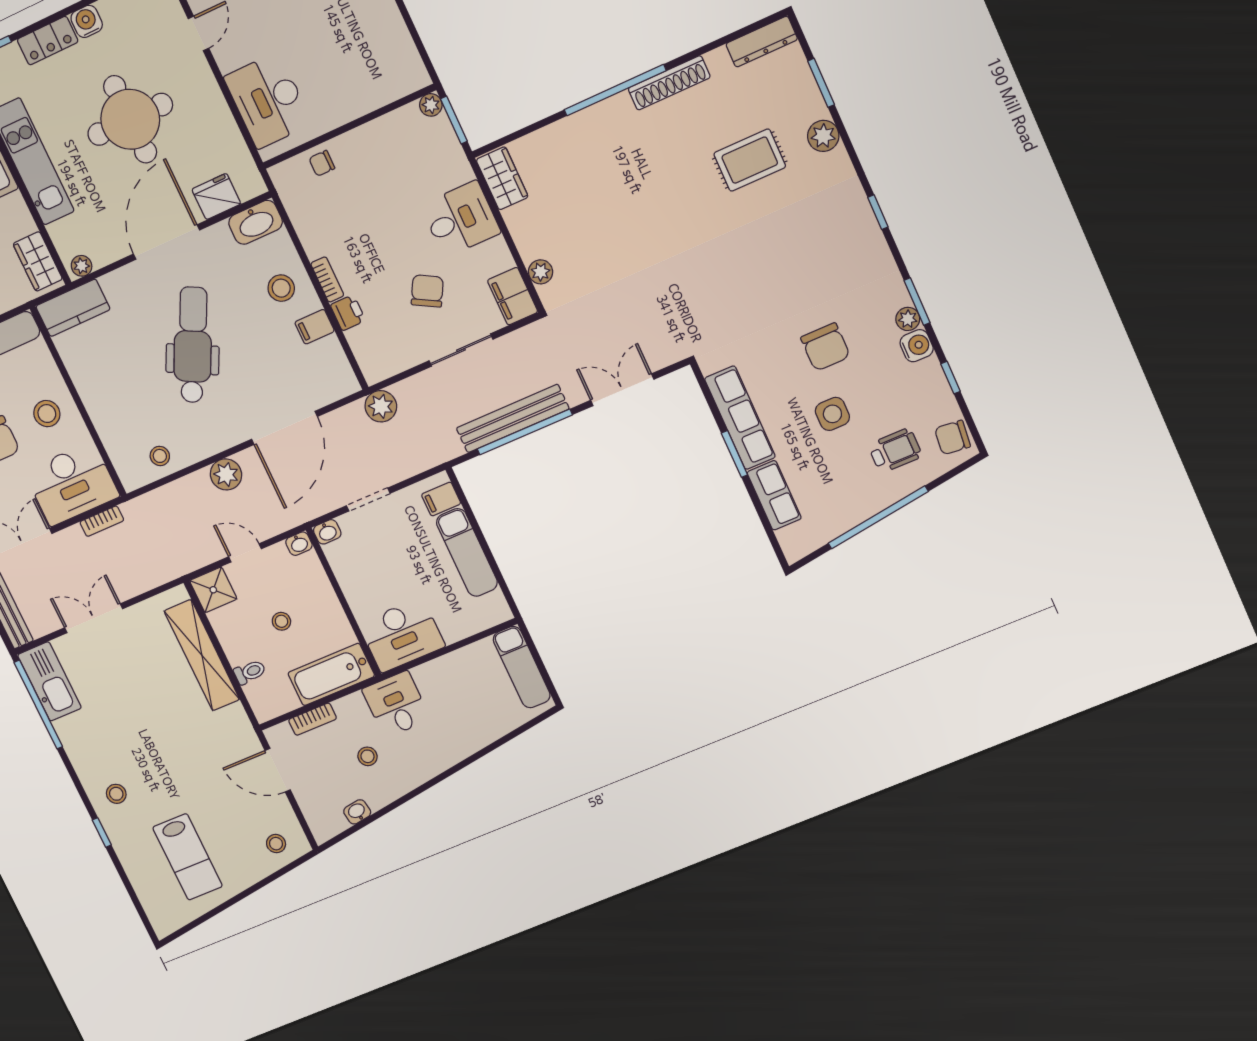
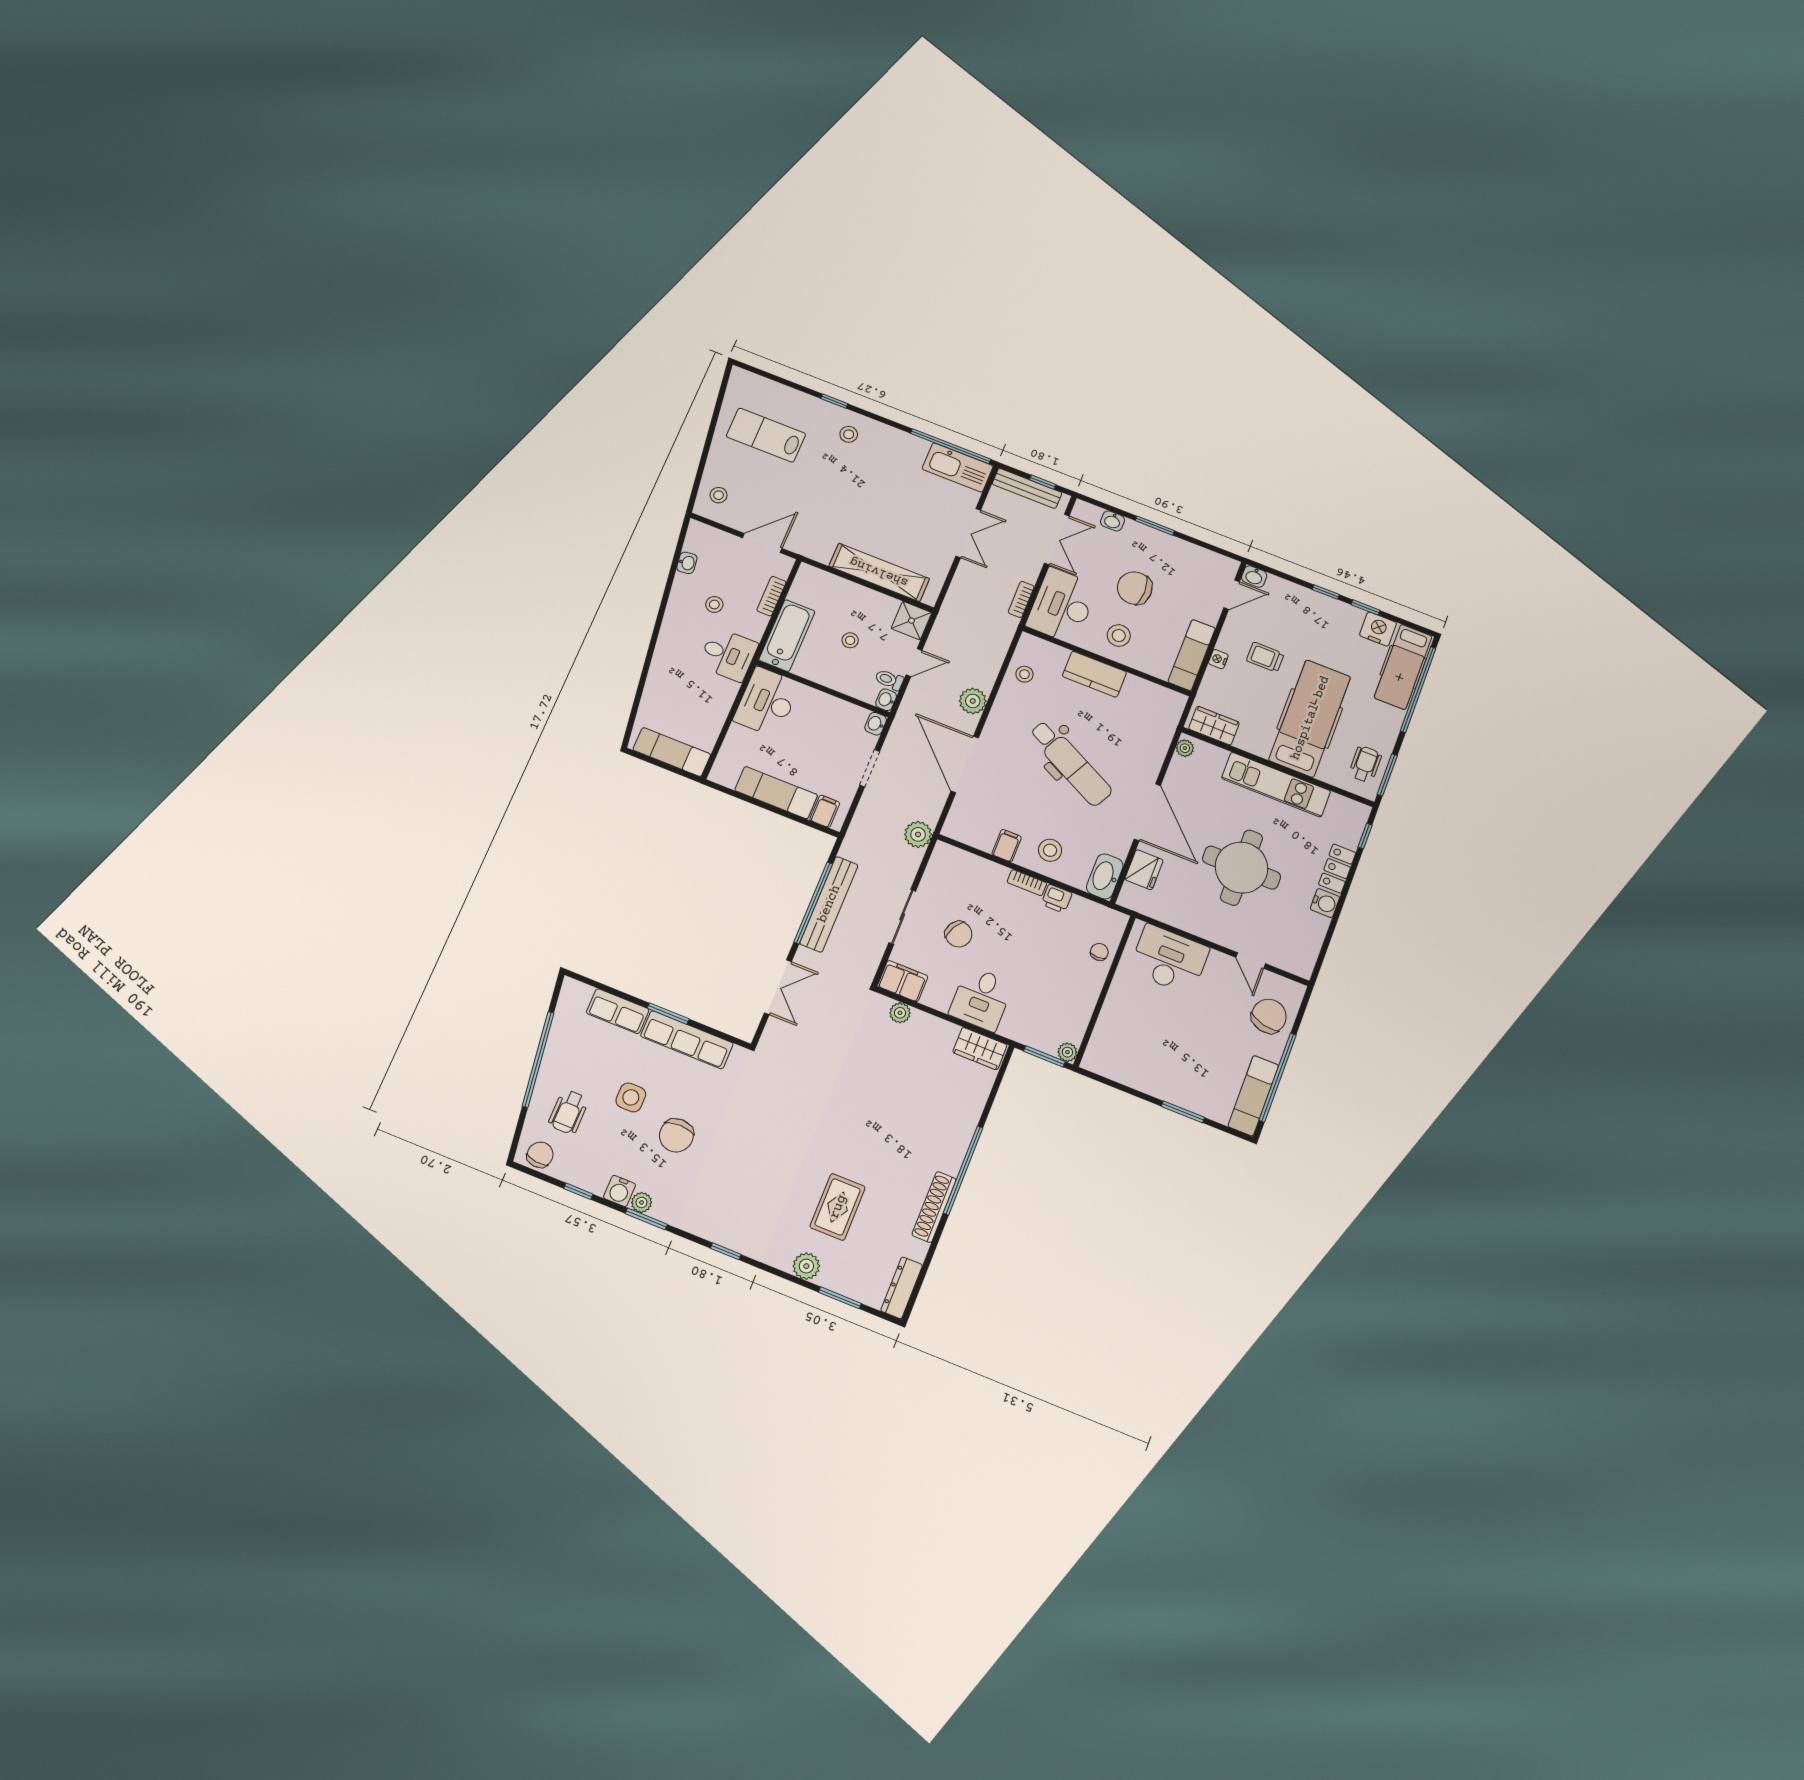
kitchen counter: (73, 308) -> (1094, 674), moved, turned -90
printer: (348, 313) -> (1057, 899), moved
chair: (825, 347) -> (676, 1135), turned -90
toilet: (250, 672) -> (889, 680), moved, turned 90

